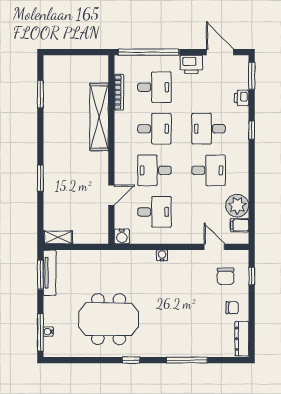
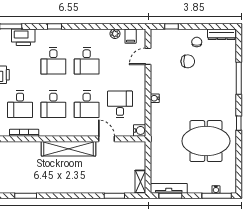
desk: (154, 87) -> (20, 104), turned 180
printer: (242, 98) -> (23, 37), width x1.87, depth x1.48
shelving: (99, 117) -> (69, 149), moved
desk: (154, 129) -> (53, 104), turned 180
desk: (209, 170) -> (87, 61), turned 180
window: (40, 178) -> (114, 196), moved
plant: (237, 206) -> (115, 34), width x0.53, depth x0.53
chair: (226, 276) -> (188, 61), moved
meeting table: (109, 319) -> (206, 141), turned 90

